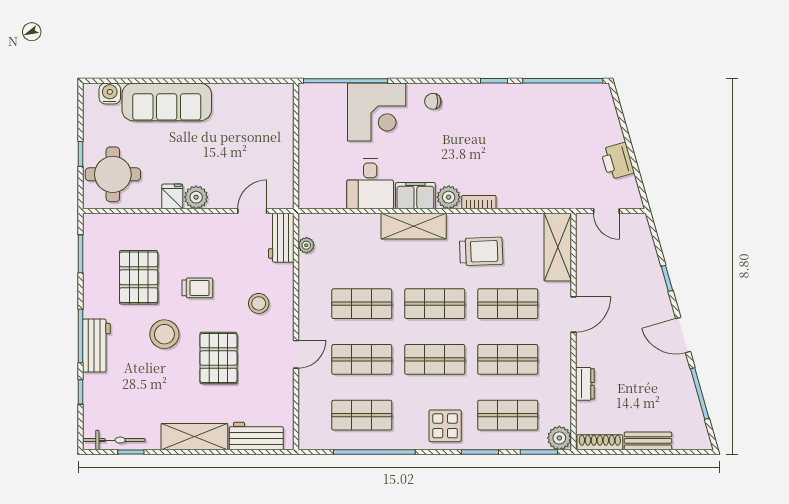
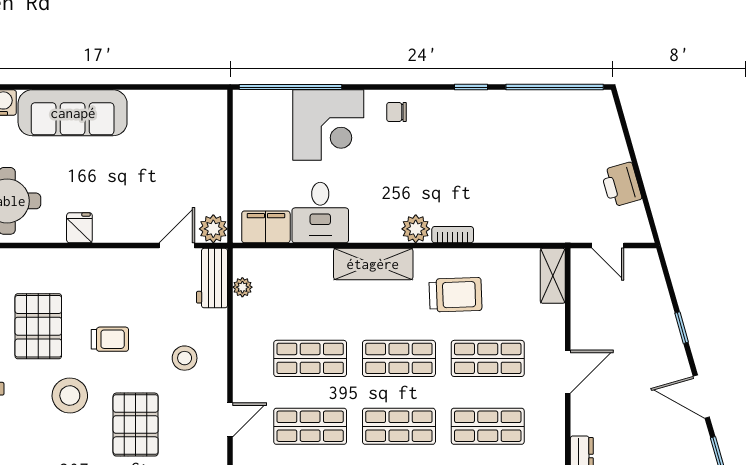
filing cabinet: (415, 196) -> (266, 227), moved
plant: (196, 197) -> (213, 229), moved
shelving: (558, 247) -> (553, 276), width x0.67, depth x0.75

